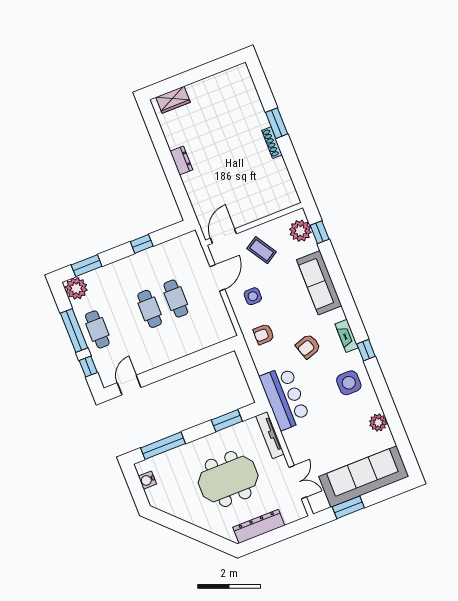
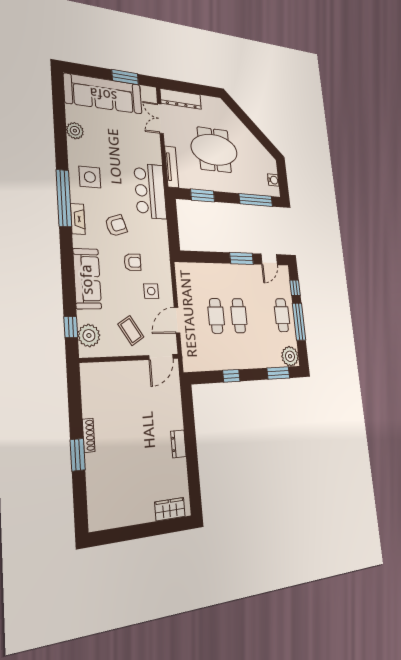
armchair: (264, 334) -> (133, 262), moved
window: (366, 350) -> (64, 198), width x3.17
window: (163, 372) -> (242, 258), added
dresser: (259, 526) -> (181, 99), moved

